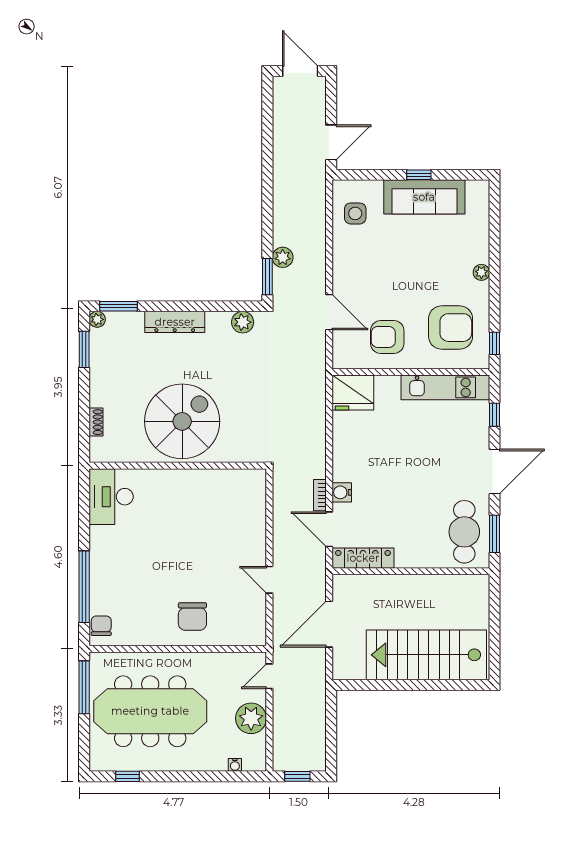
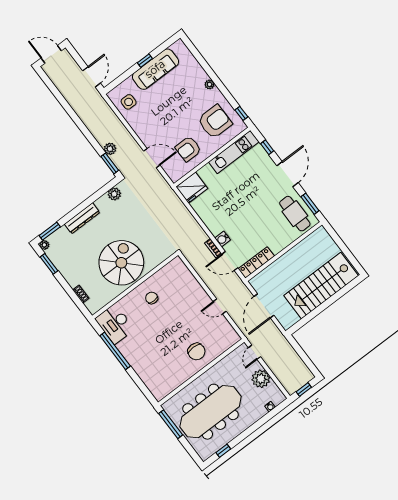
window: (84, 587) -> (115, 351), moved
chair: (101, 626) -> (152, 298), moved

